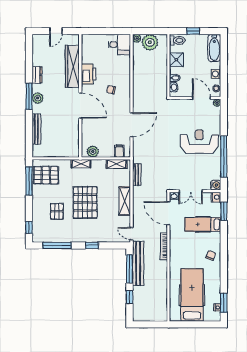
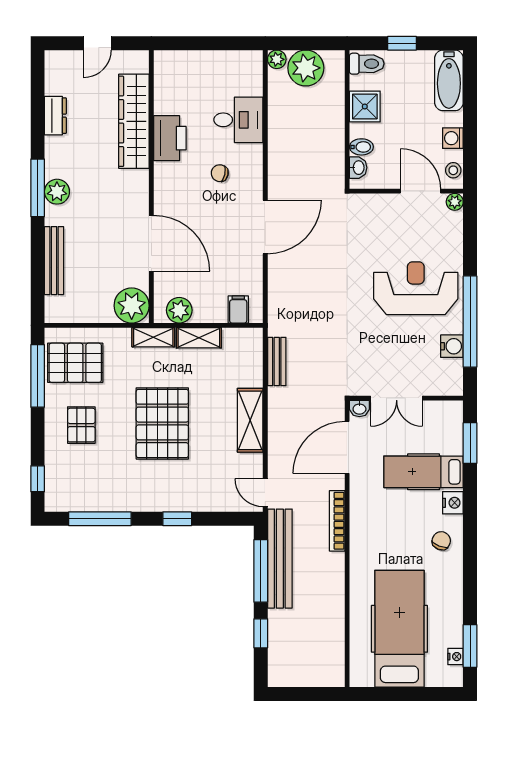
desk: (119, 45) -> (238, 120), moved
dresser: (37, 75) -> (55, 116), moved
door: (80, 106) -> (151, 243), moved
door: (132, 125) -> (265, 227), moved
plant: (71, 149) -> (132, 306), added
shelving: (117, 164) -> (199, 338), moved
water cooler: (216, 185) -> (452, 346), moved
nightstand: (216, 197) -> (453, 503), moved
pallet: (57, 211) -> (81, 425), moved
door: (168, 213) -> (347, 447), hinge flipped

